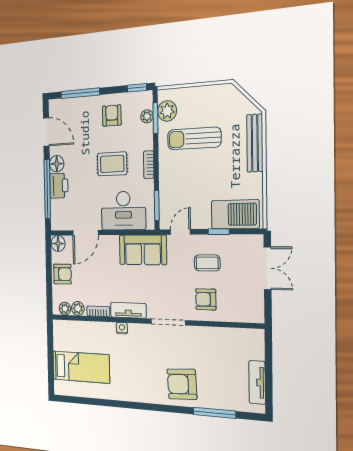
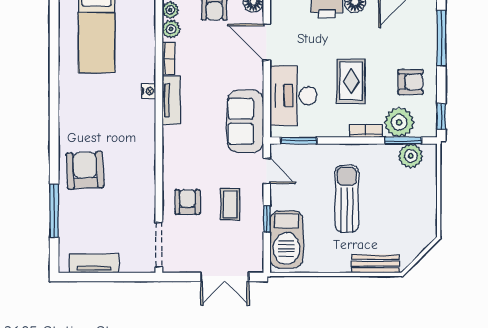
plant: (147, 116) -> (399, 122), width x1.88, depth x1.88
sun lounger: (194, 138) -> (347, 199), moved
bench: (255, 143) -> (375, 264), width x0.73
bookcase: (149, 165) -> (366, 131), moved
doorway: (168, 322) -> (159, 245), moved

